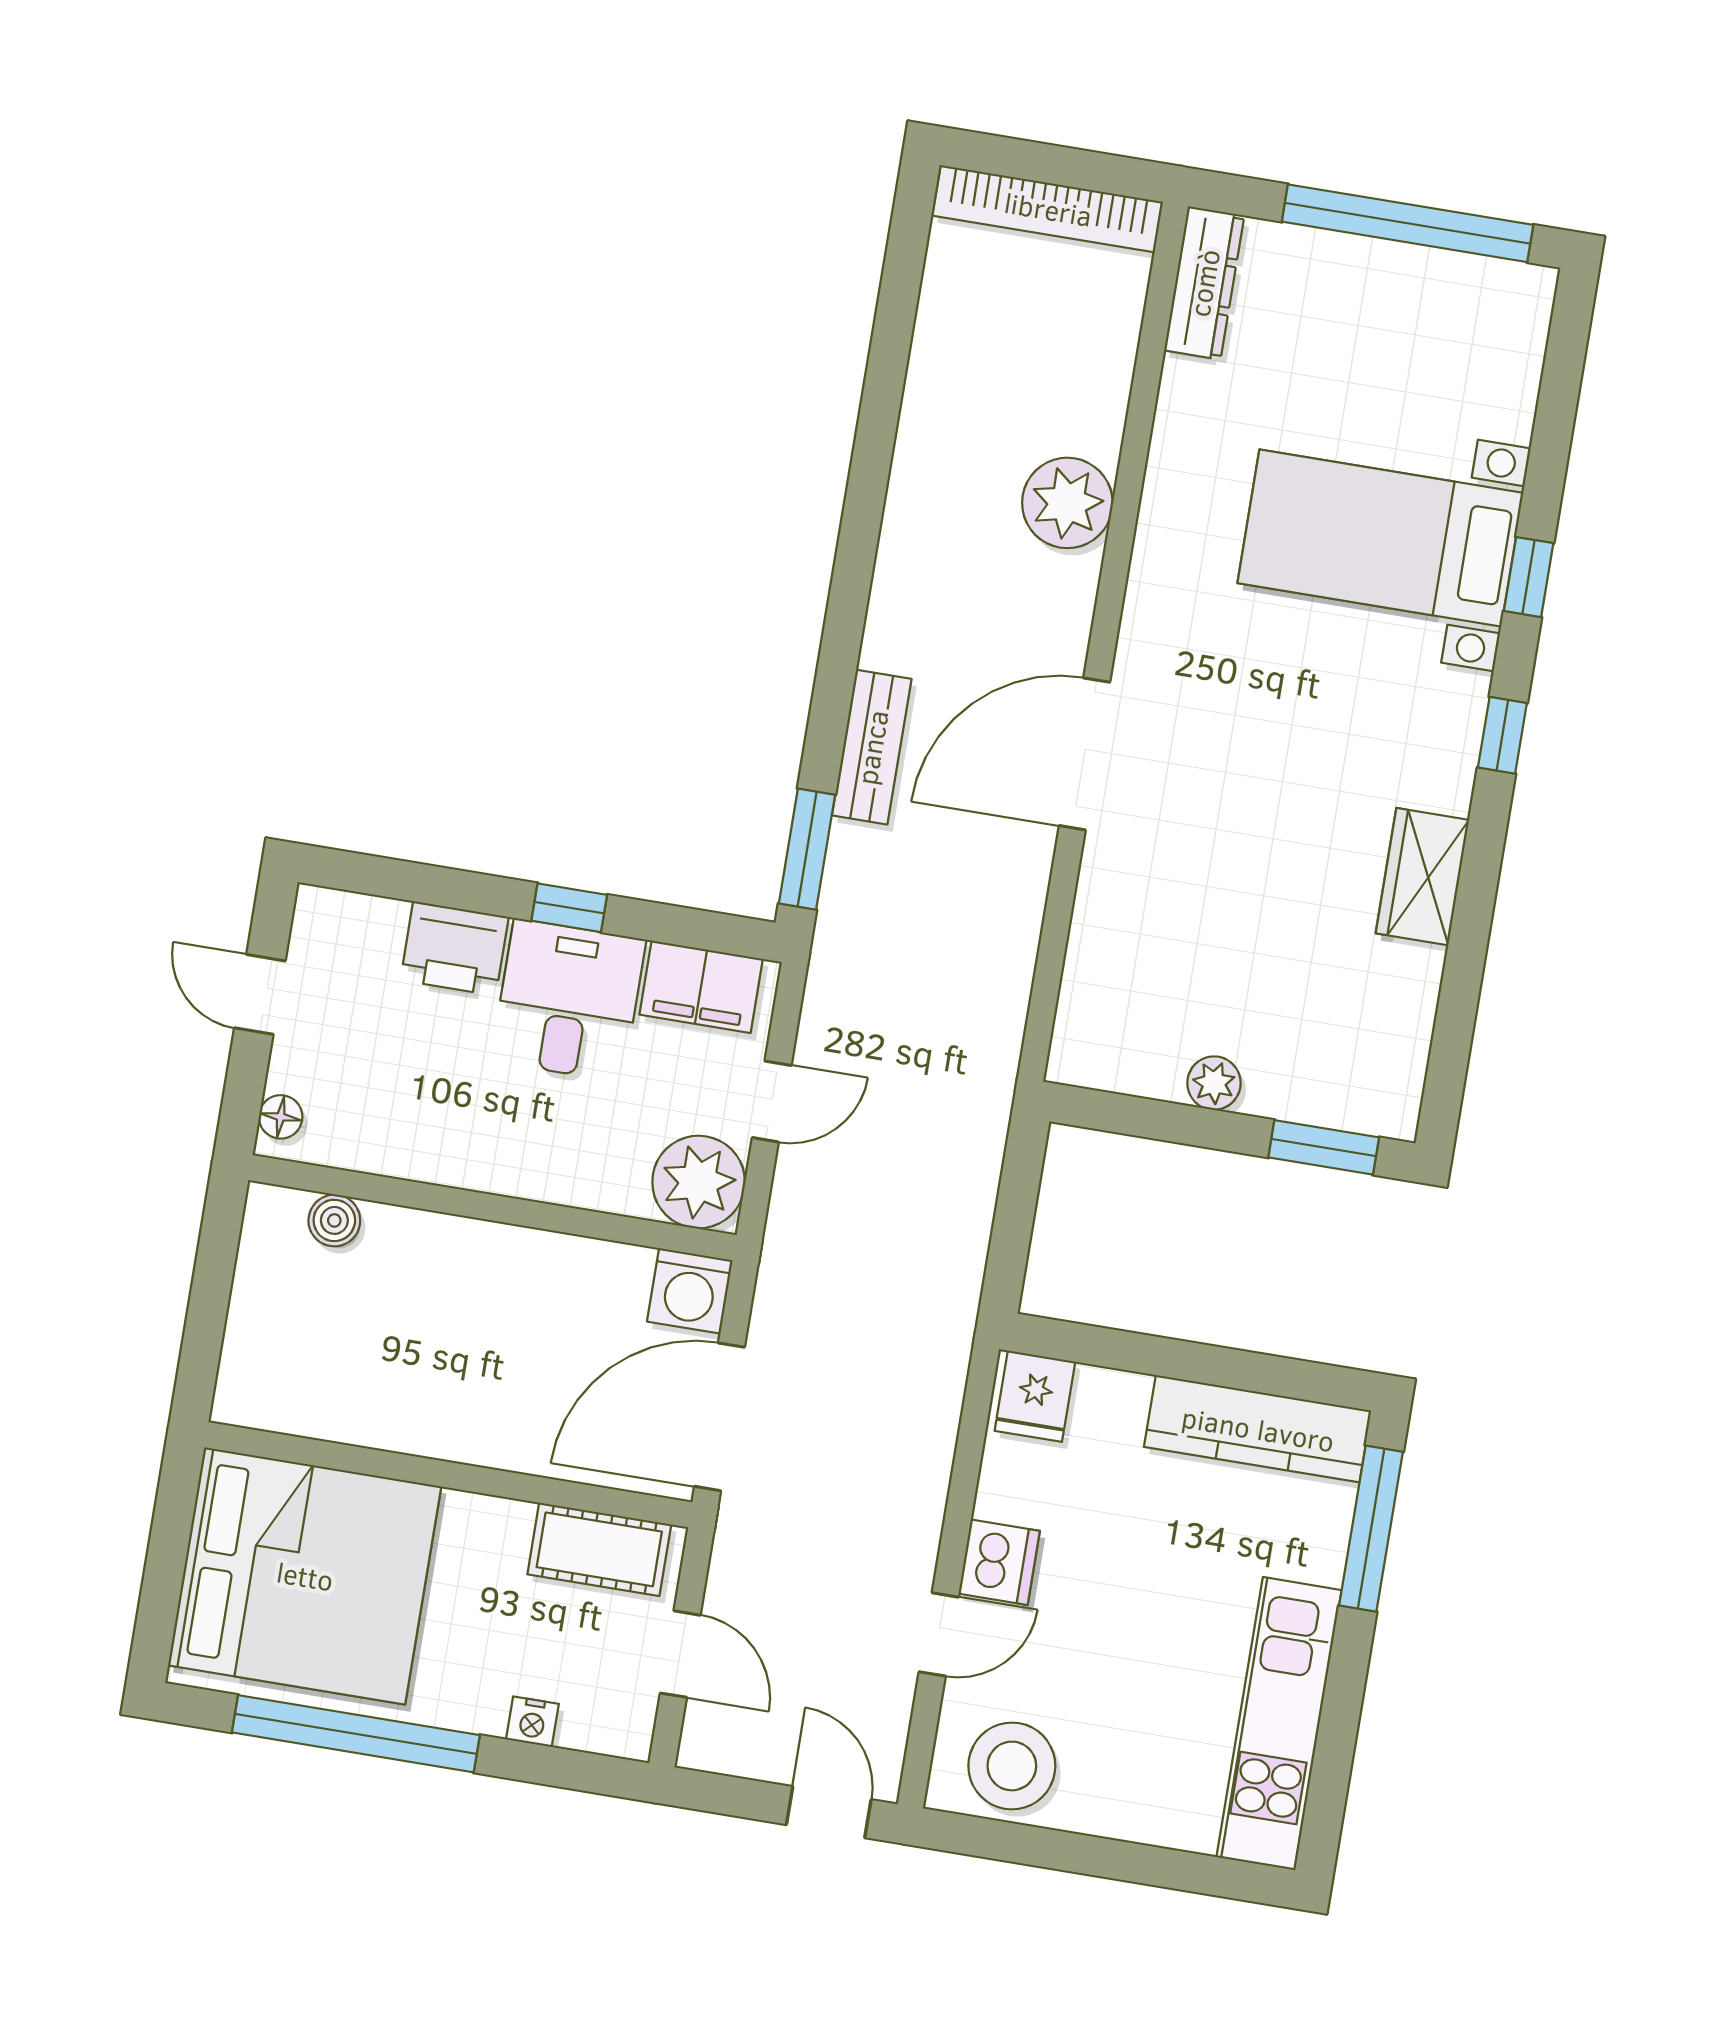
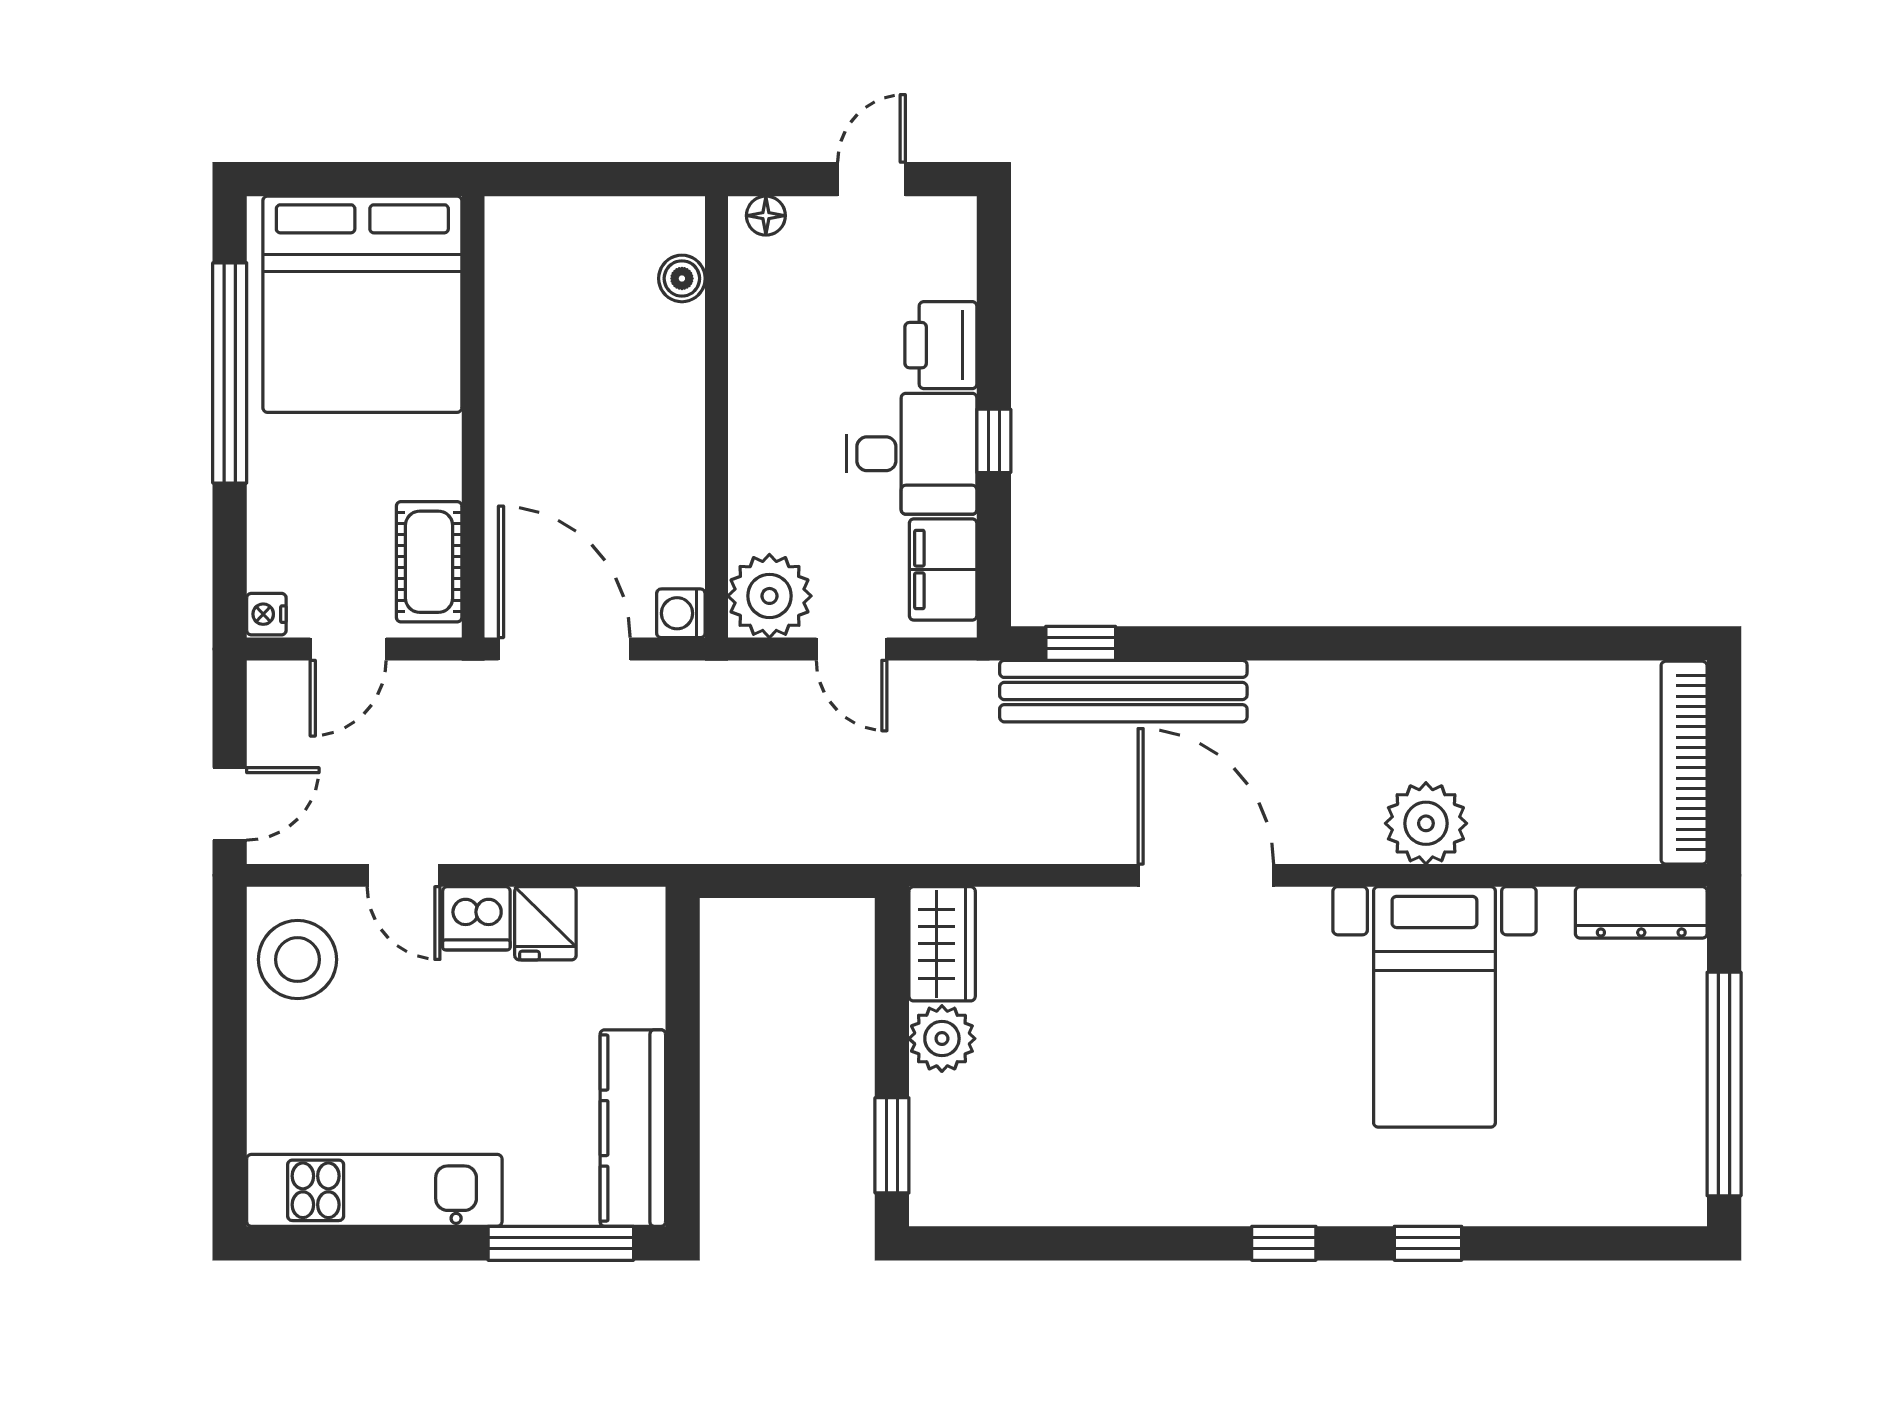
bed with nightstands: (1380, 538) -> (1434, 1007), moved, turned 180
bench: (872, 747) -> (1123, 691), width x1.86, depth x1.21
window: (807, 849) -> (1081, 643), width x0.67
wardrobe: (1422, 877) -> (942, 944), moved, turned 90
plant: (1214, 1083) -> (942, 1039), width x1.38, depth x1.38
washing machine: (690, 1291) -> (681, 613), width x0.73, depth x0.73
fridge: (1035, 1396) -> (545, 923), moved, turned -90
nightstand: (532, 1722) -> (266, 614), moved

